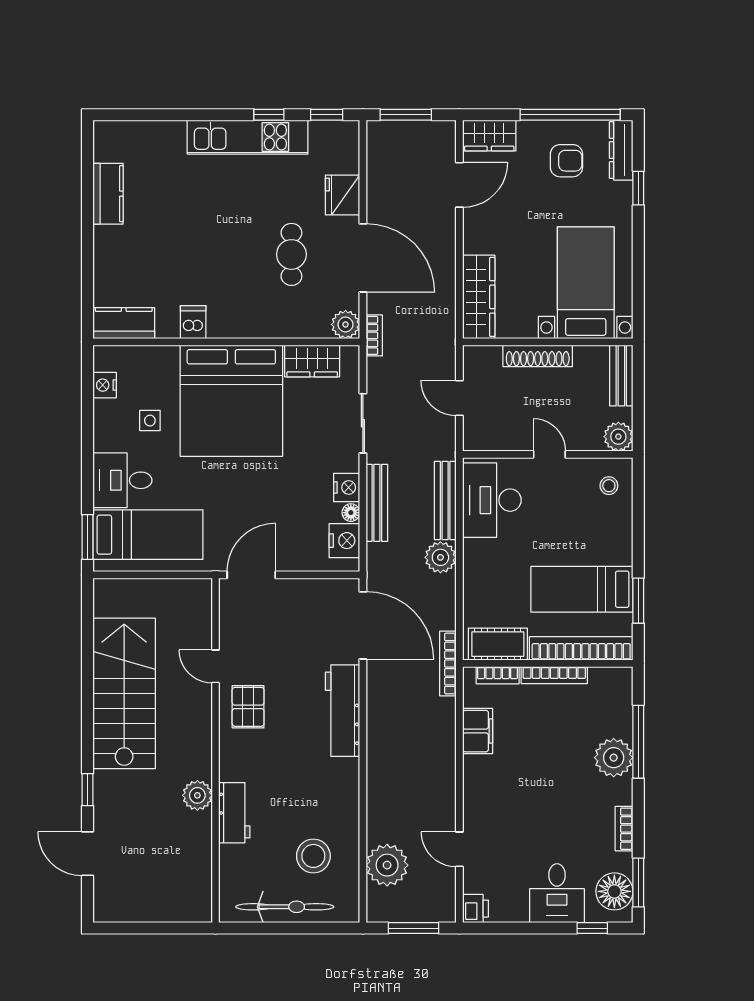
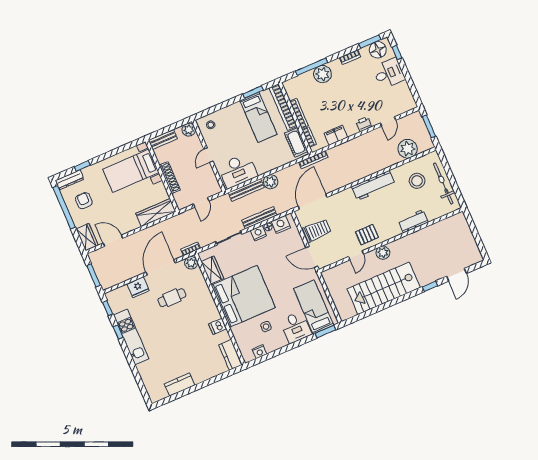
trolley: (301, 608) -> (317, 230), added
workbench: (342, 711) -> (373, 185), moved
plant: (197, 795) -> (383, 253), moved
printer: (475, 909) -> (364, 124), moved

